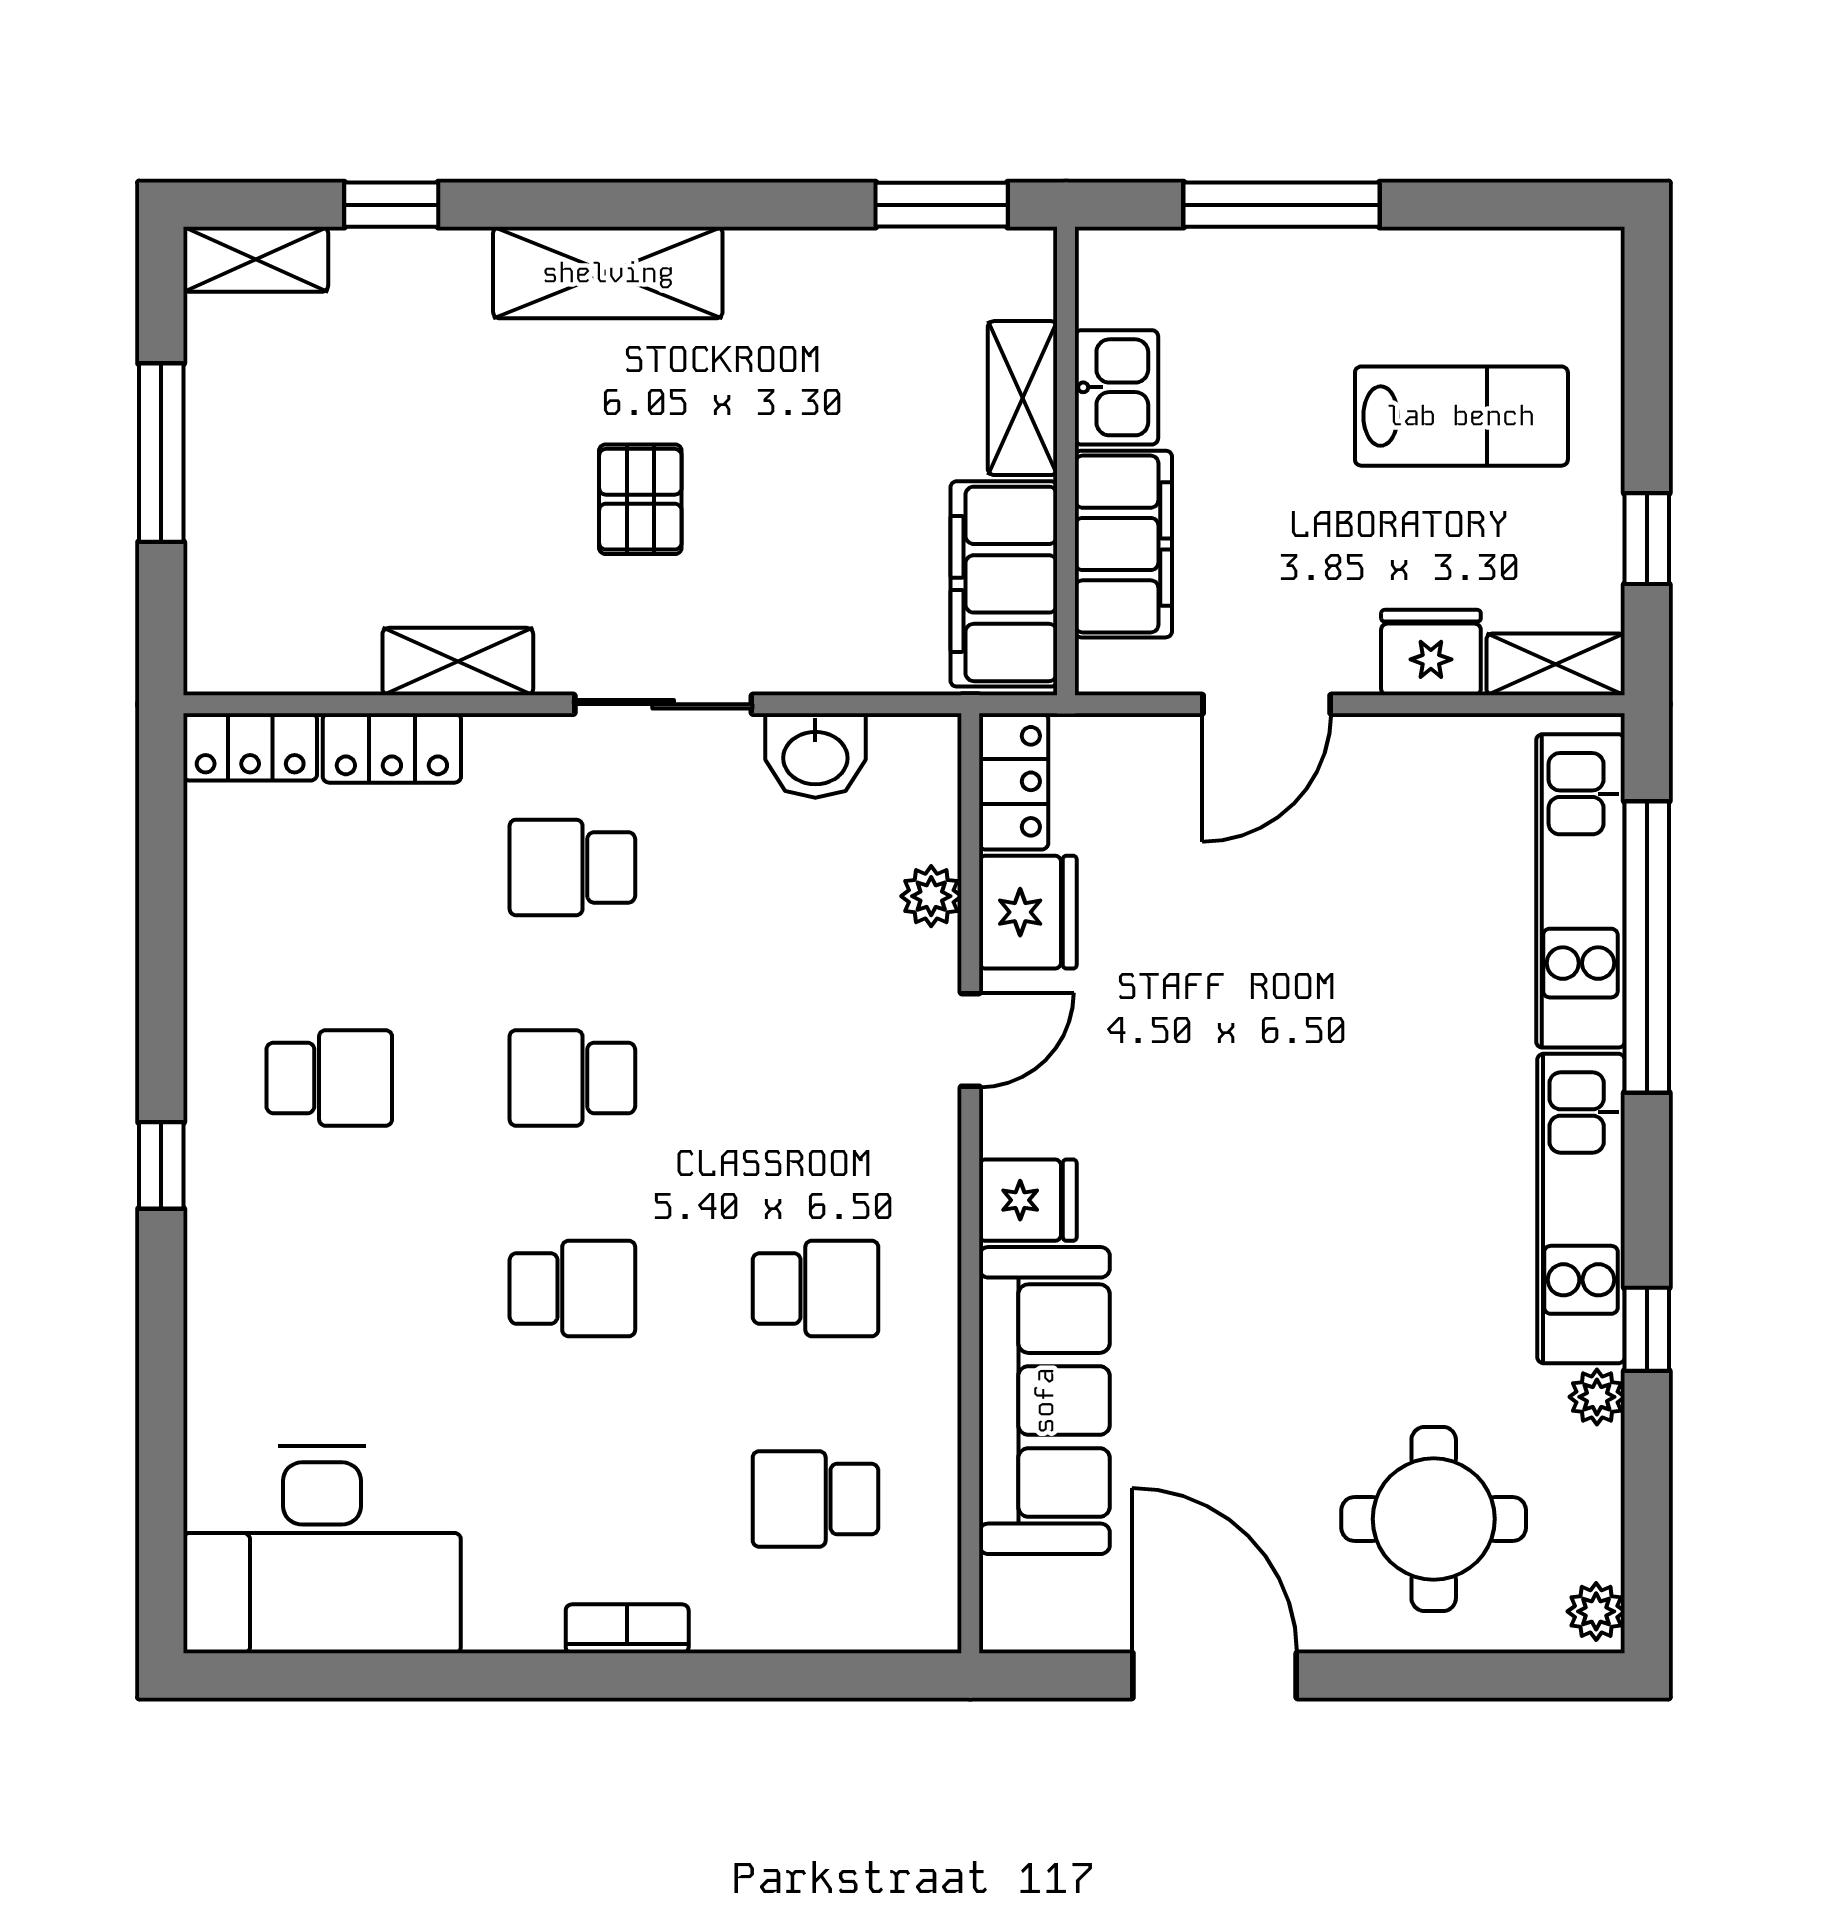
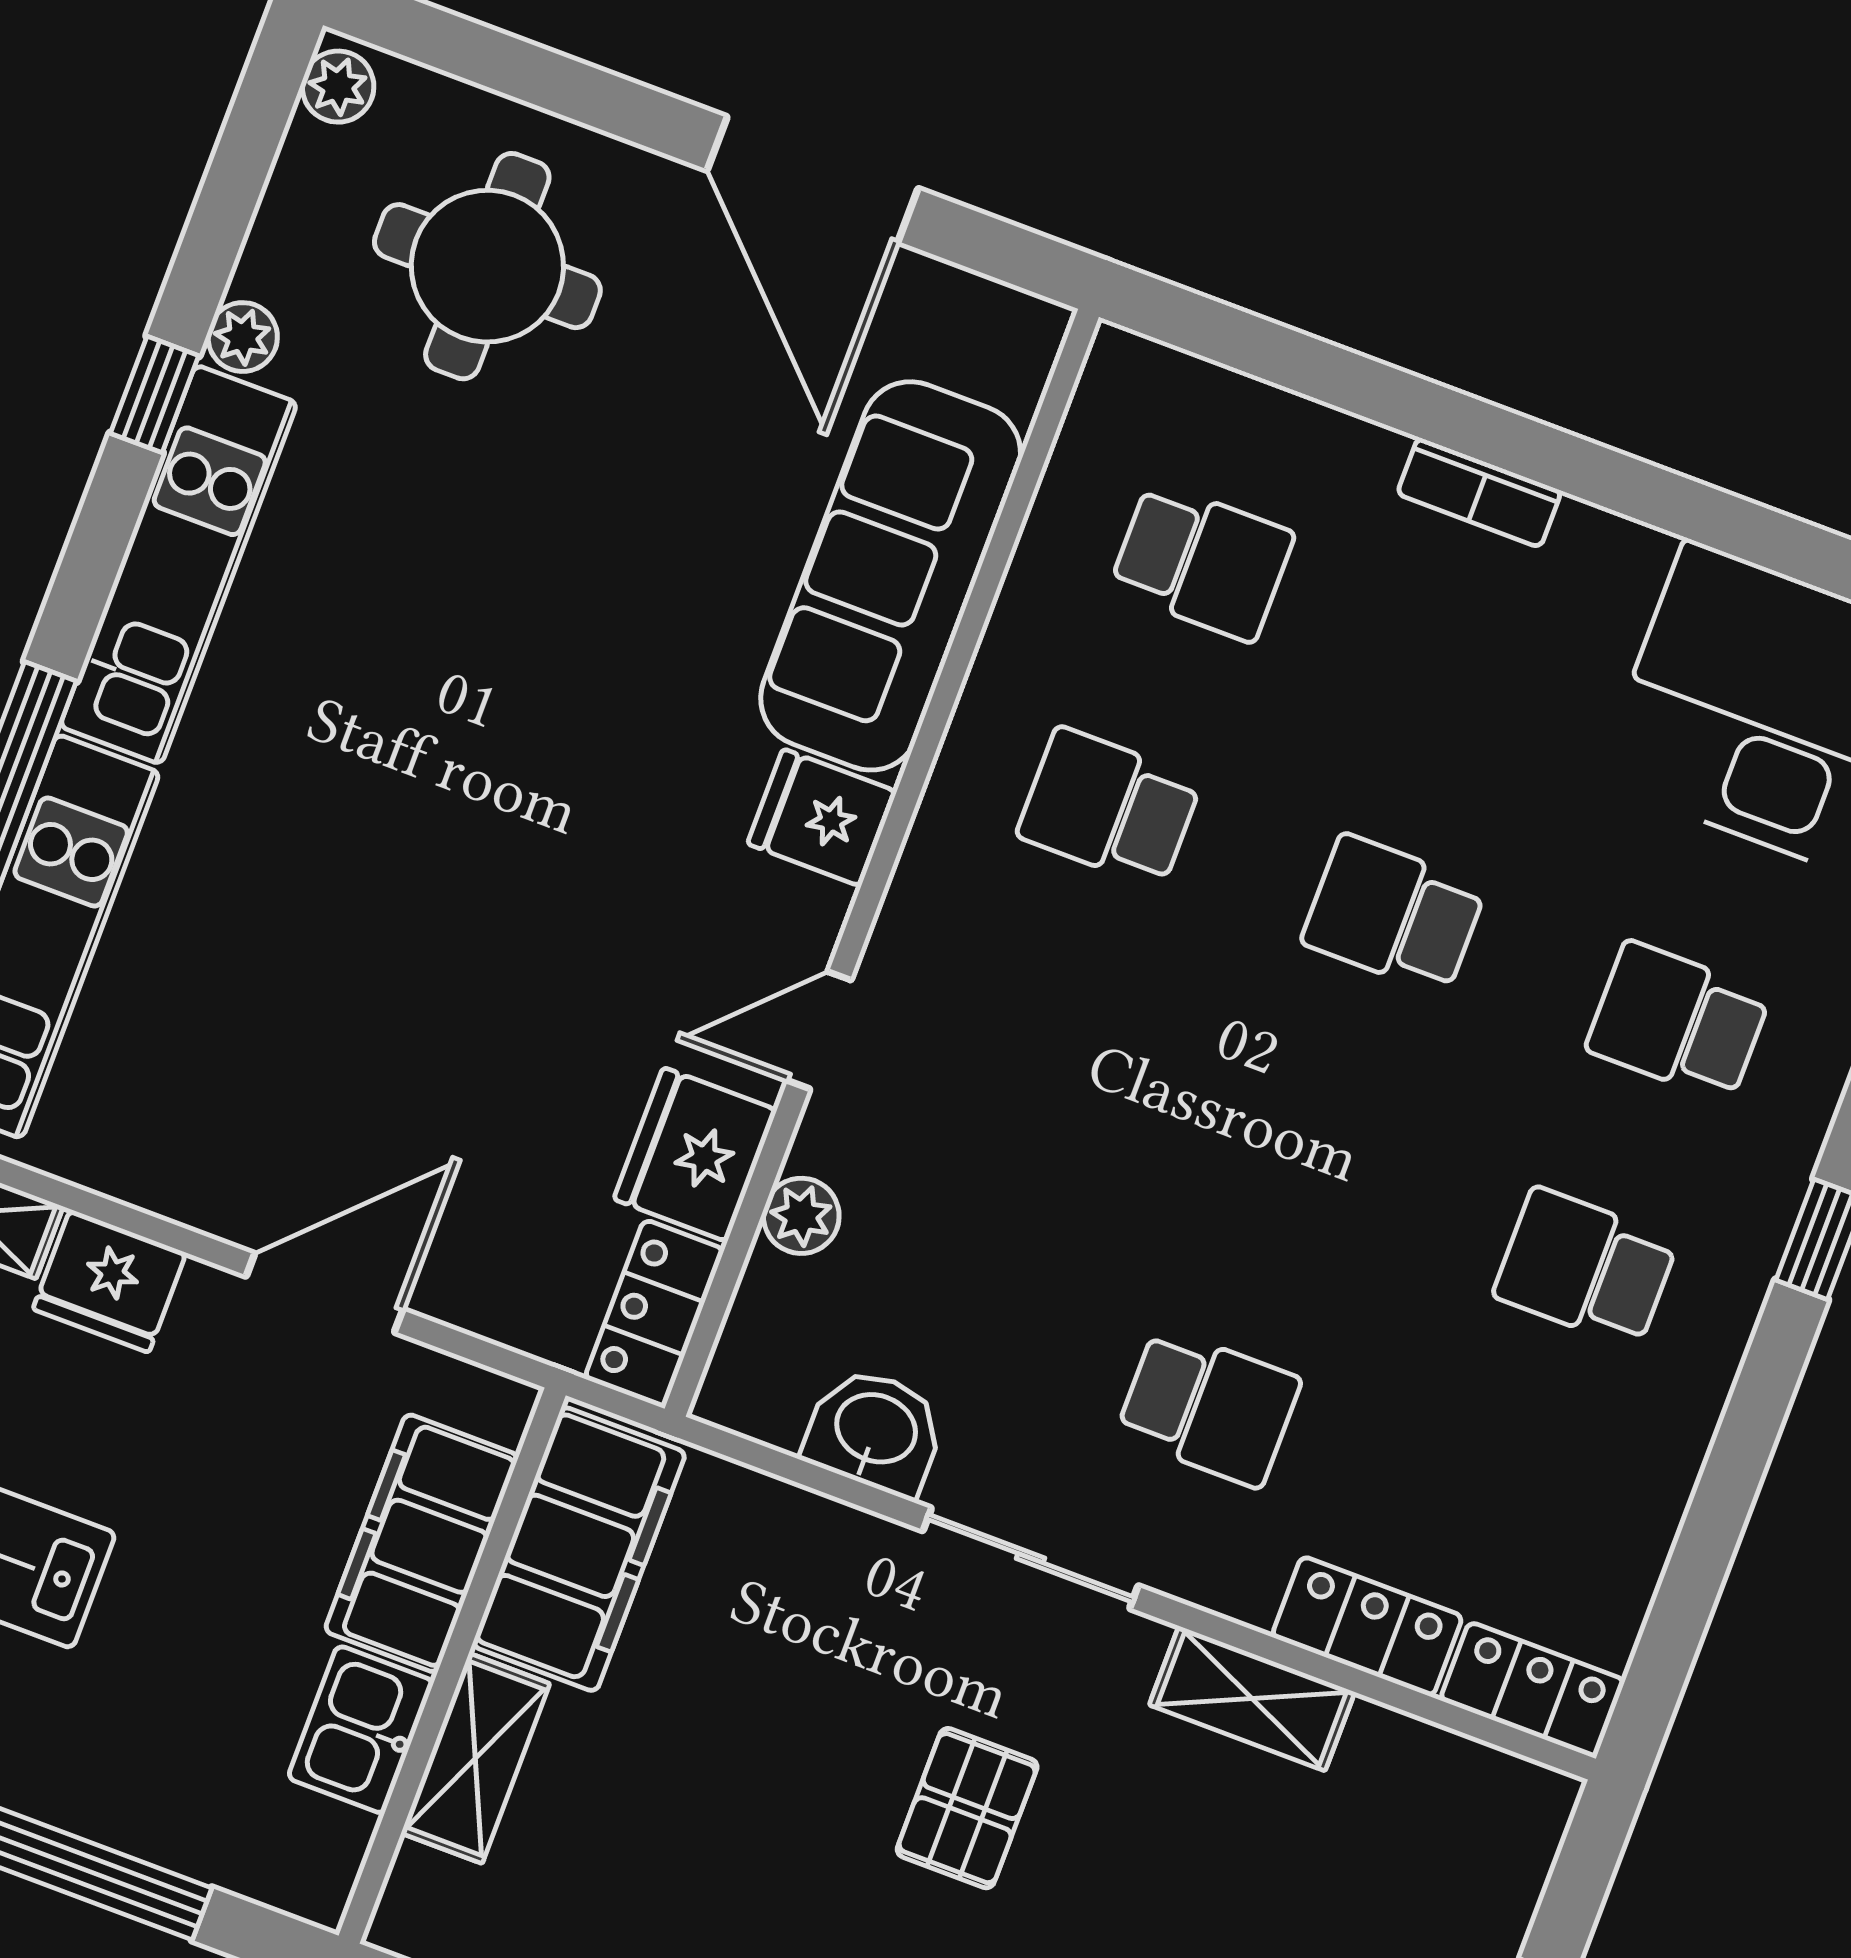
school desk: (572, 1078) -> (1678, 1022), moved, turned 180

